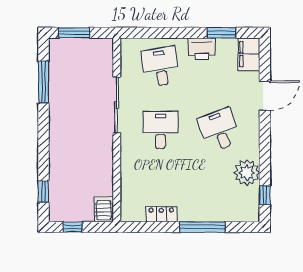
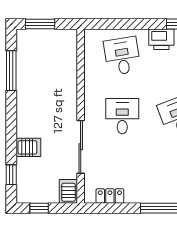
sliding door: (117, 105) -> (81, 147), moved
server rack: (62, 163) -> (28, 147), added
locker: (161, 214) -> (110, 196), moved

